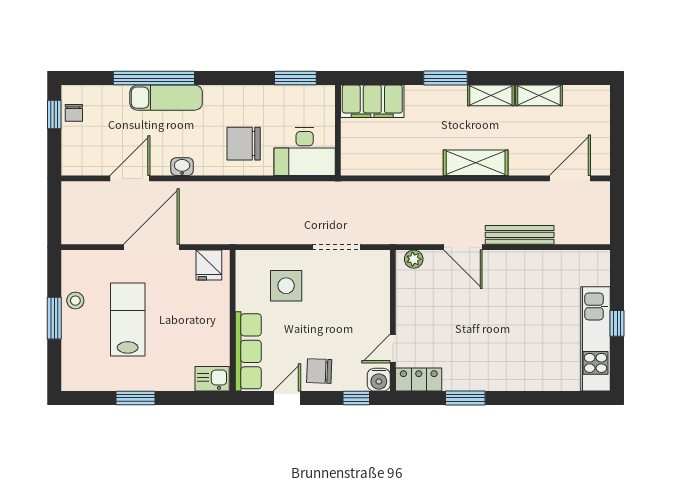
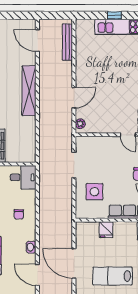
chair: (244, 144) -> (19, 214), width x0.54, depth x0.54
desk: (305, 152) -> (23, 177), width x0.73
shelving: (476, 163) -> (29, 91), width x1.47
bench: (520, 235) -> (67, 42), moved
fridge: (209, 265) -> (106, 230), moved, turned 90

